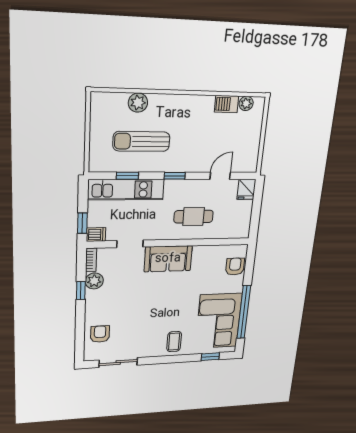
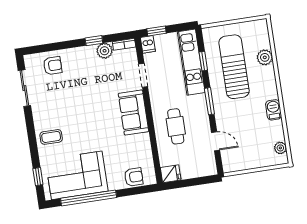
barbecue: (226, 104) -> (274, 110), moved
sun lounger: (141, 141) -> (234, 67), width x1.36, depth x1.34
window: (175, 176) -> (209, 101), width x1.50
fridge: (246, 189) -> (171, 174), moved, turned 180

